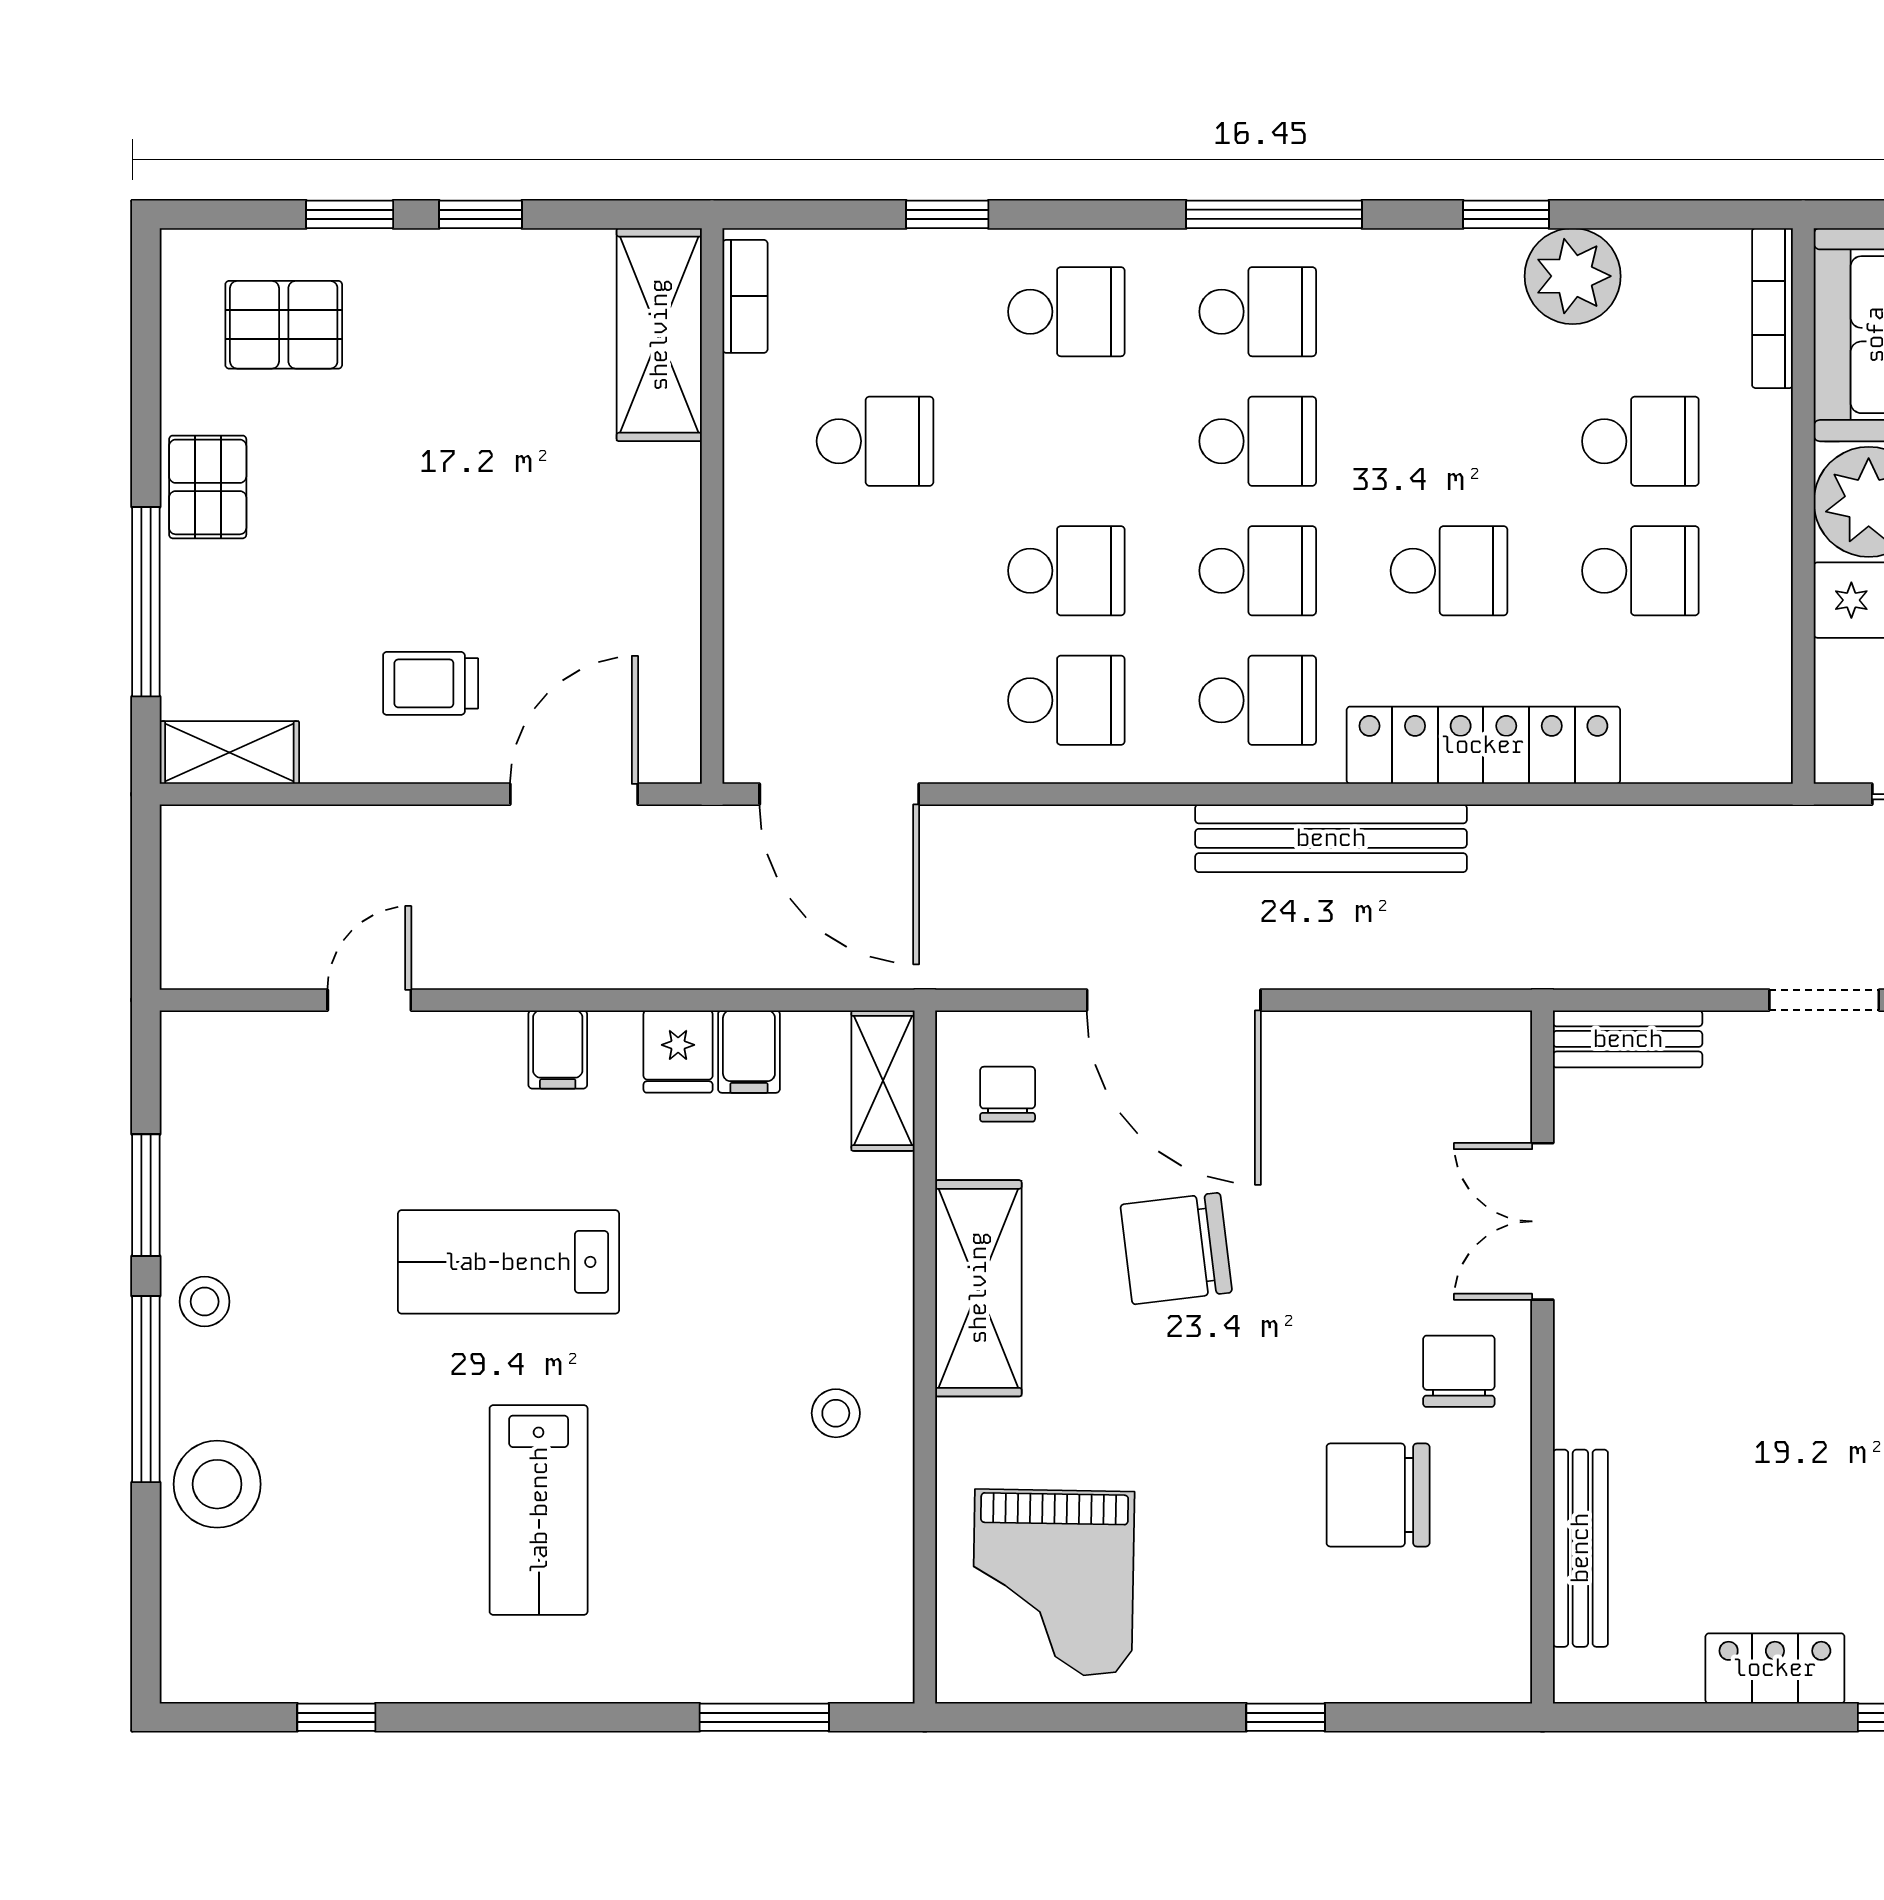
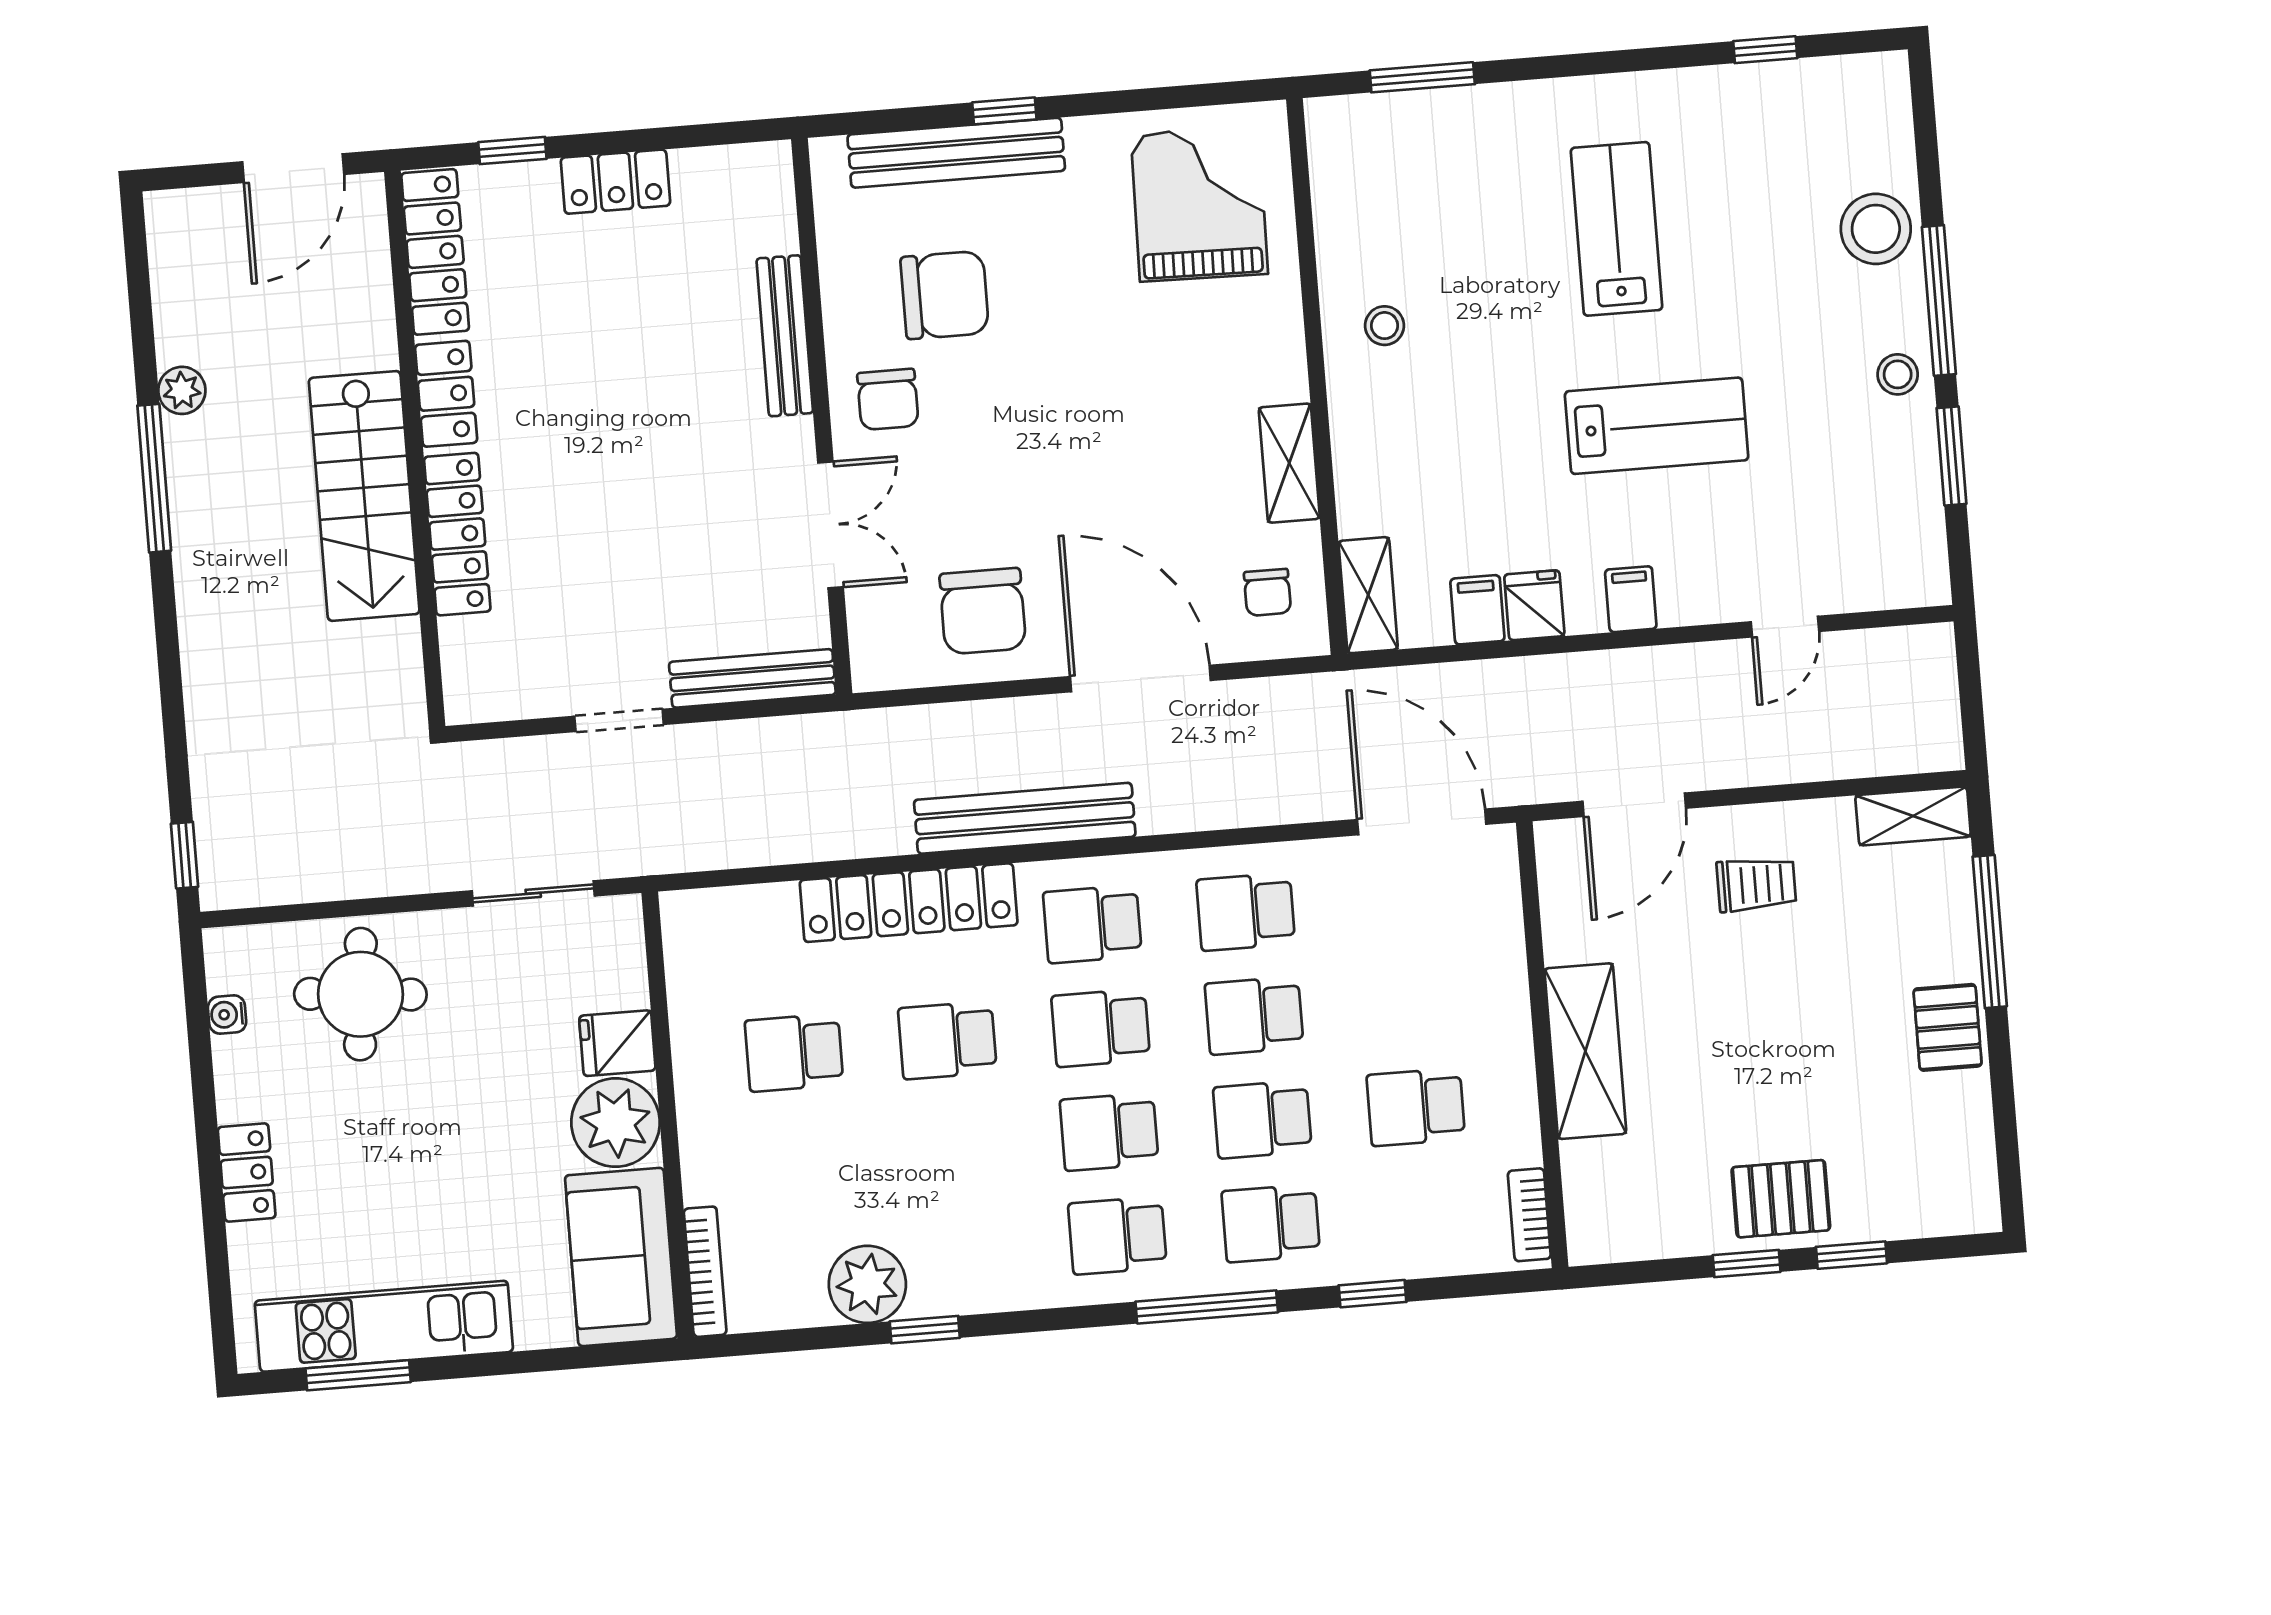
window: (1274, 214) -> (1207, 1307), moved
pallet: (284, 325) -> (1781, 1199), moved
shelving: (659, 335) -> (1585, 1051), moved
school desk: (1640, 441) -> (1262, 1119), moved
bench: (1628, 1039) -> (752, 678), width x1.36
chair: (1176, 1249) -> (983, 611), moved, turned 97
shelving: (978, 1288) -> (1289, 463), width x0.67, depth x0.75
bench: (1580, 1548) -> (785, 336), moved
bench: (1350, 1670) -> (956, 153), added

